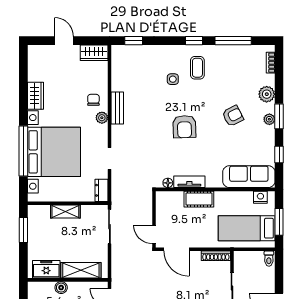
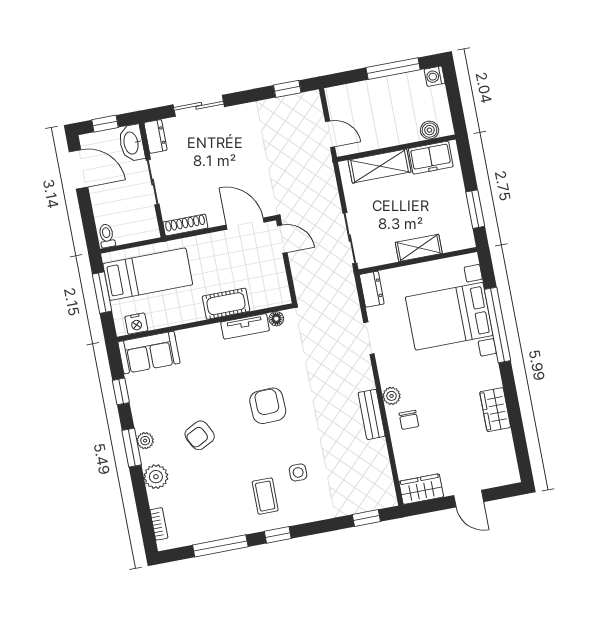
bed with nightstands: (54, 152) -> (449, 316), width x0.73
sofa: (249, 177) -> (149, 353), width x0.73
boiler: (61, 288) -> (429, 130), moved

